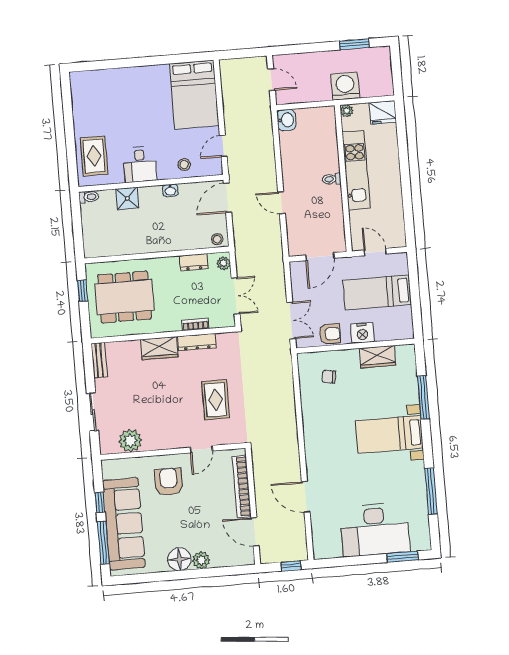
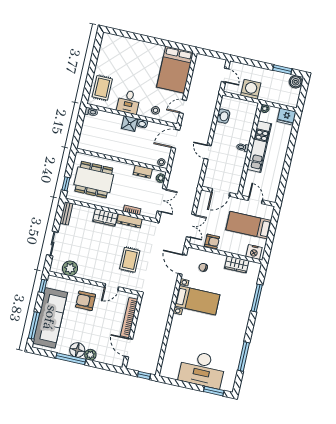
boiler: (380, 56) -> (296, 82), added
washing machine: (345, 86) -> (251, 89), moved
washbasin: (286, 120) -> (223, 116), moved
shower: (127, 198) -> (130, 123), moved
window: (83, 291) -> (66, 184), moved
nightstand: (362, 333) -> (254, 252), moved
bed with nightstands: (389, 434) -> (197, 300), moved, turned 180
armchair: (169, 482) -> (86, 301), turned -90
door: (306, 497) -> (182, 264), moved
window: (100, 502) -> (43, 286), moved
window: (174, 575) -> (71, 359), added

